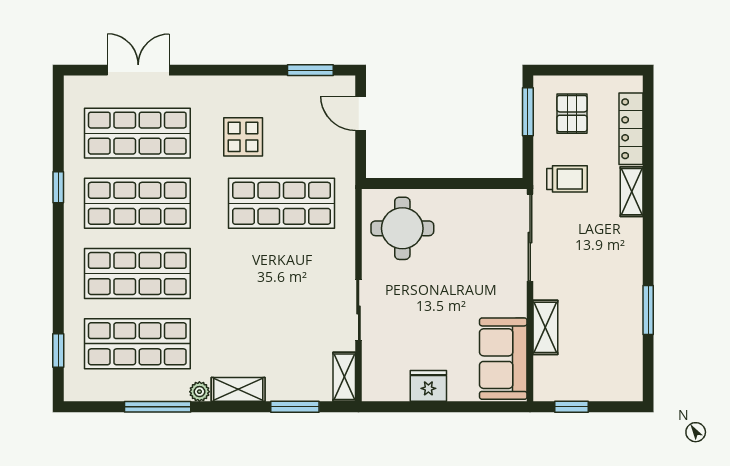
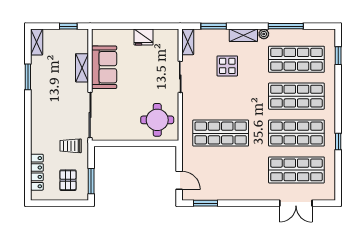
display table: (243, 137) -> (227, 66), moved
shelving: (632, 192) -> (37, 42), moved
sofa: (503, 359) -> (104, 67), moved

